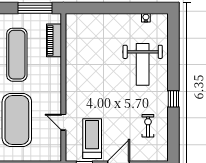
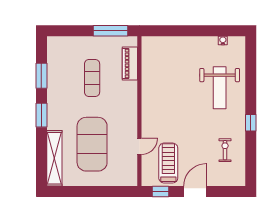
exercise mat: (17, 55) -> (92, 78), width x0.73, depth x0.69
door: (63, 122) -> (139, 146), swing flipped

